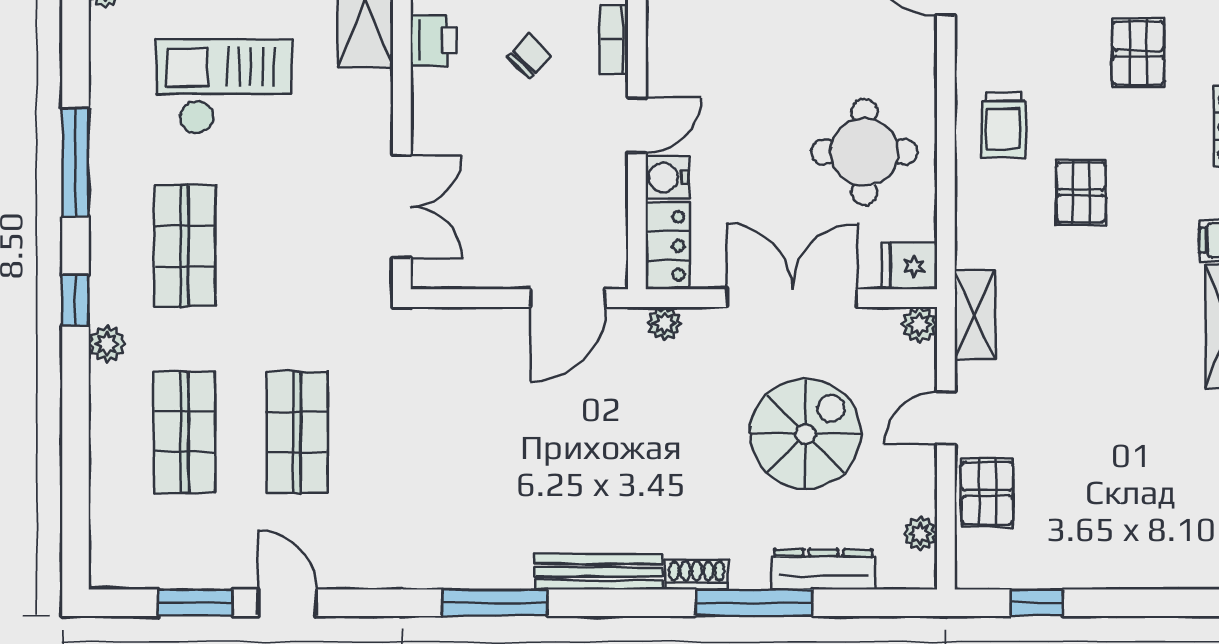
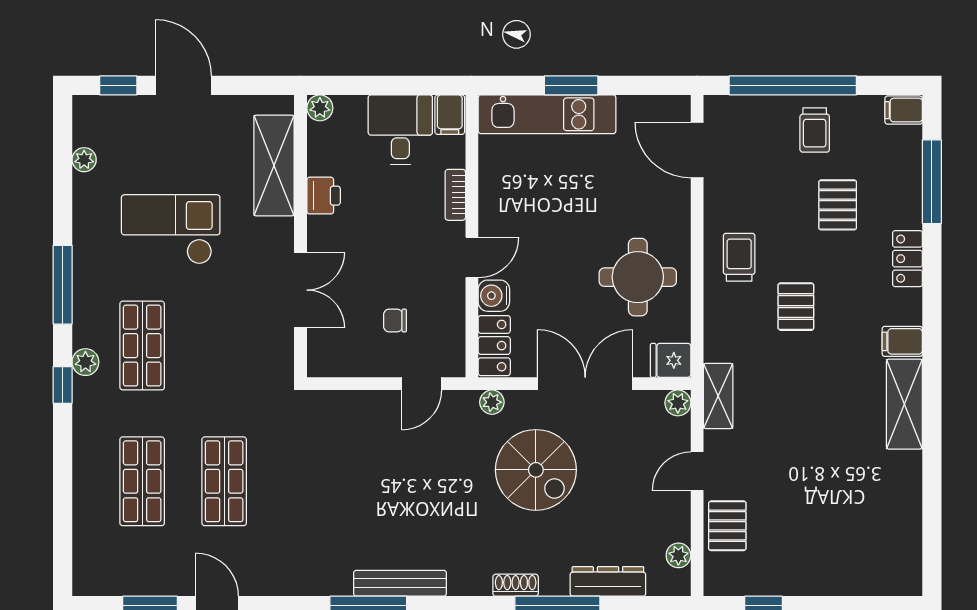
chair: (530, 56) -> (395, 320), moved, turned -135
trolley: (1003, 125) -> (739, 257), turned 180
double door: (402, 207) -> (301, 290), moved
door: (568, 298) -> (422, 384), width x0.73
plant: (107, 344) -> (85, 362), moved
spiral stairs: (805, 434) -> (536, 470), moved, turned 90
bench: (599, 572) -> (400, 583), moved

